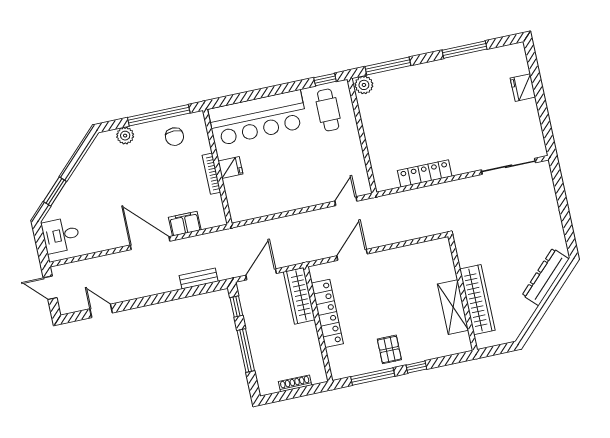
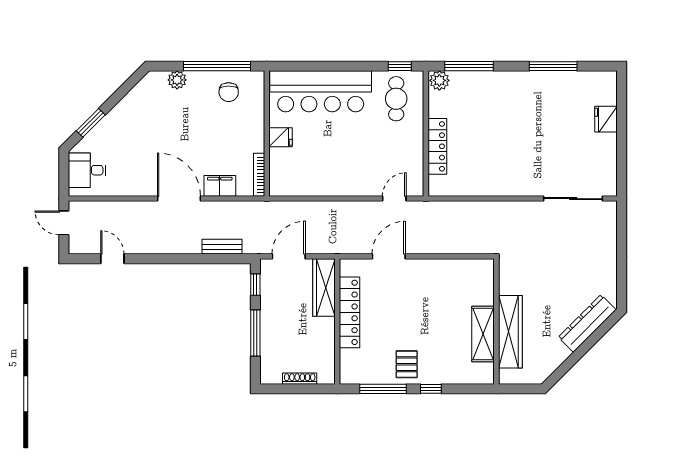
locker: (425, 173) -> (437, 146), moved, turned 90
bookcase: (211, 174) -> (259, 175), moved

